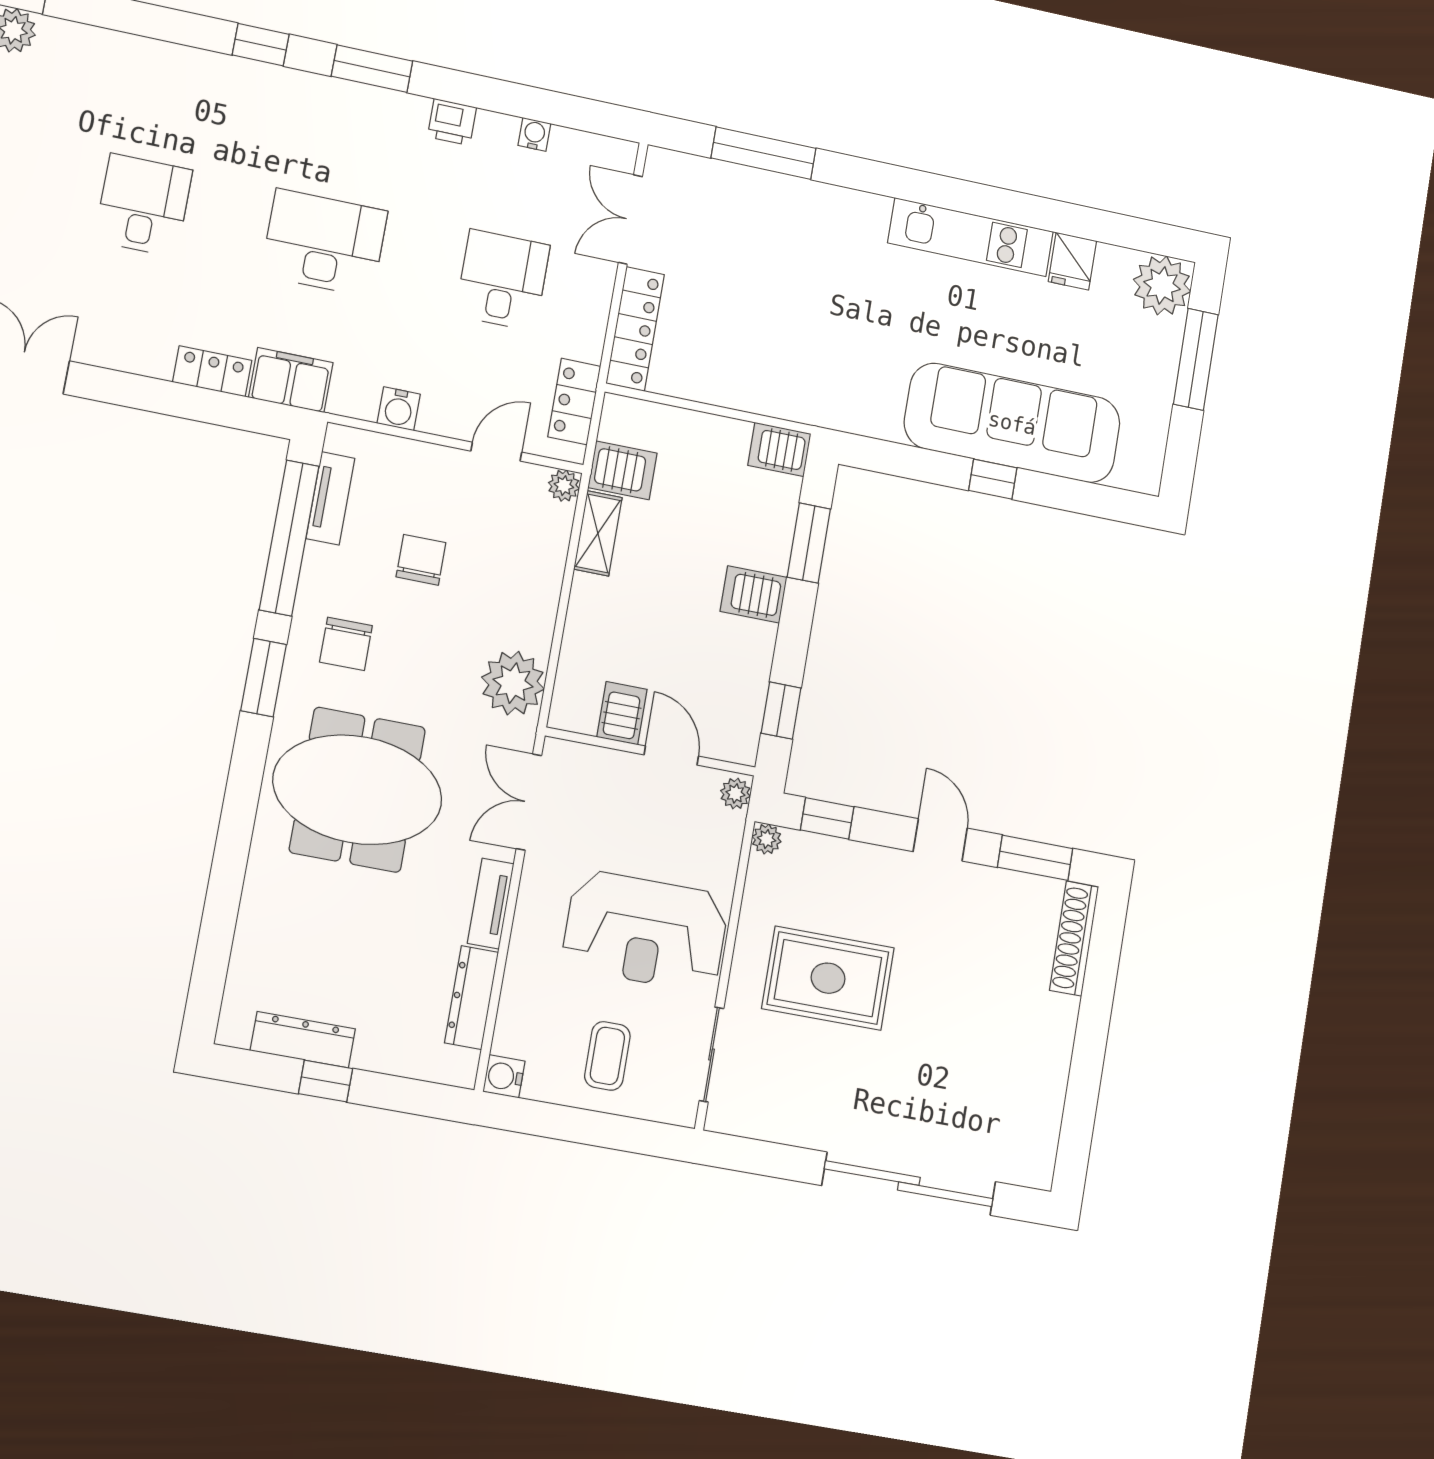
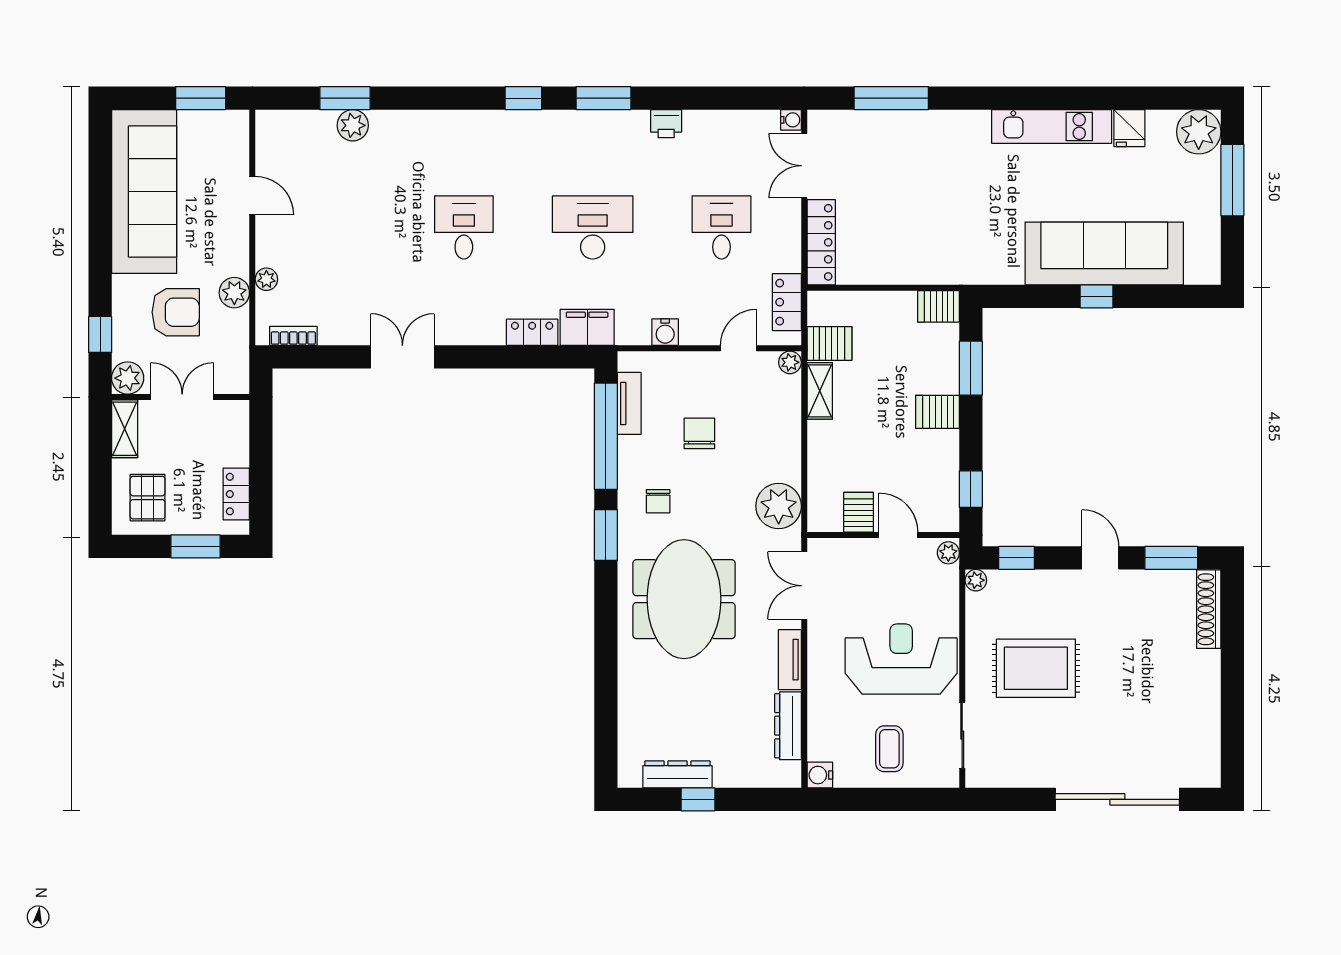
water cooler: (534, 134) -> (791, 120), moved, turned 90
chair: (346, 644) -> (658, 501), width x0.73, depth x0.73
meeting table: (357, 790) -> (684, 599), turned 90
reception desk: (645, 931) -> (901, 659), turned 180

